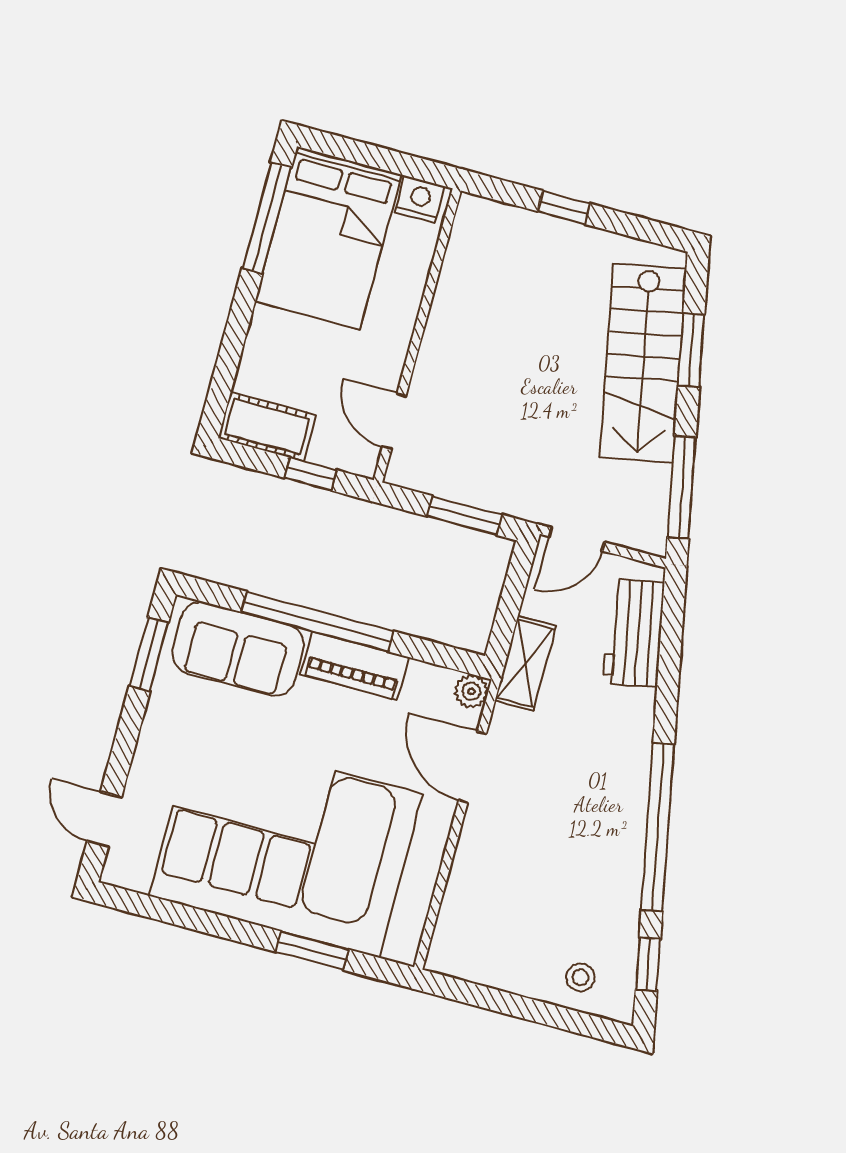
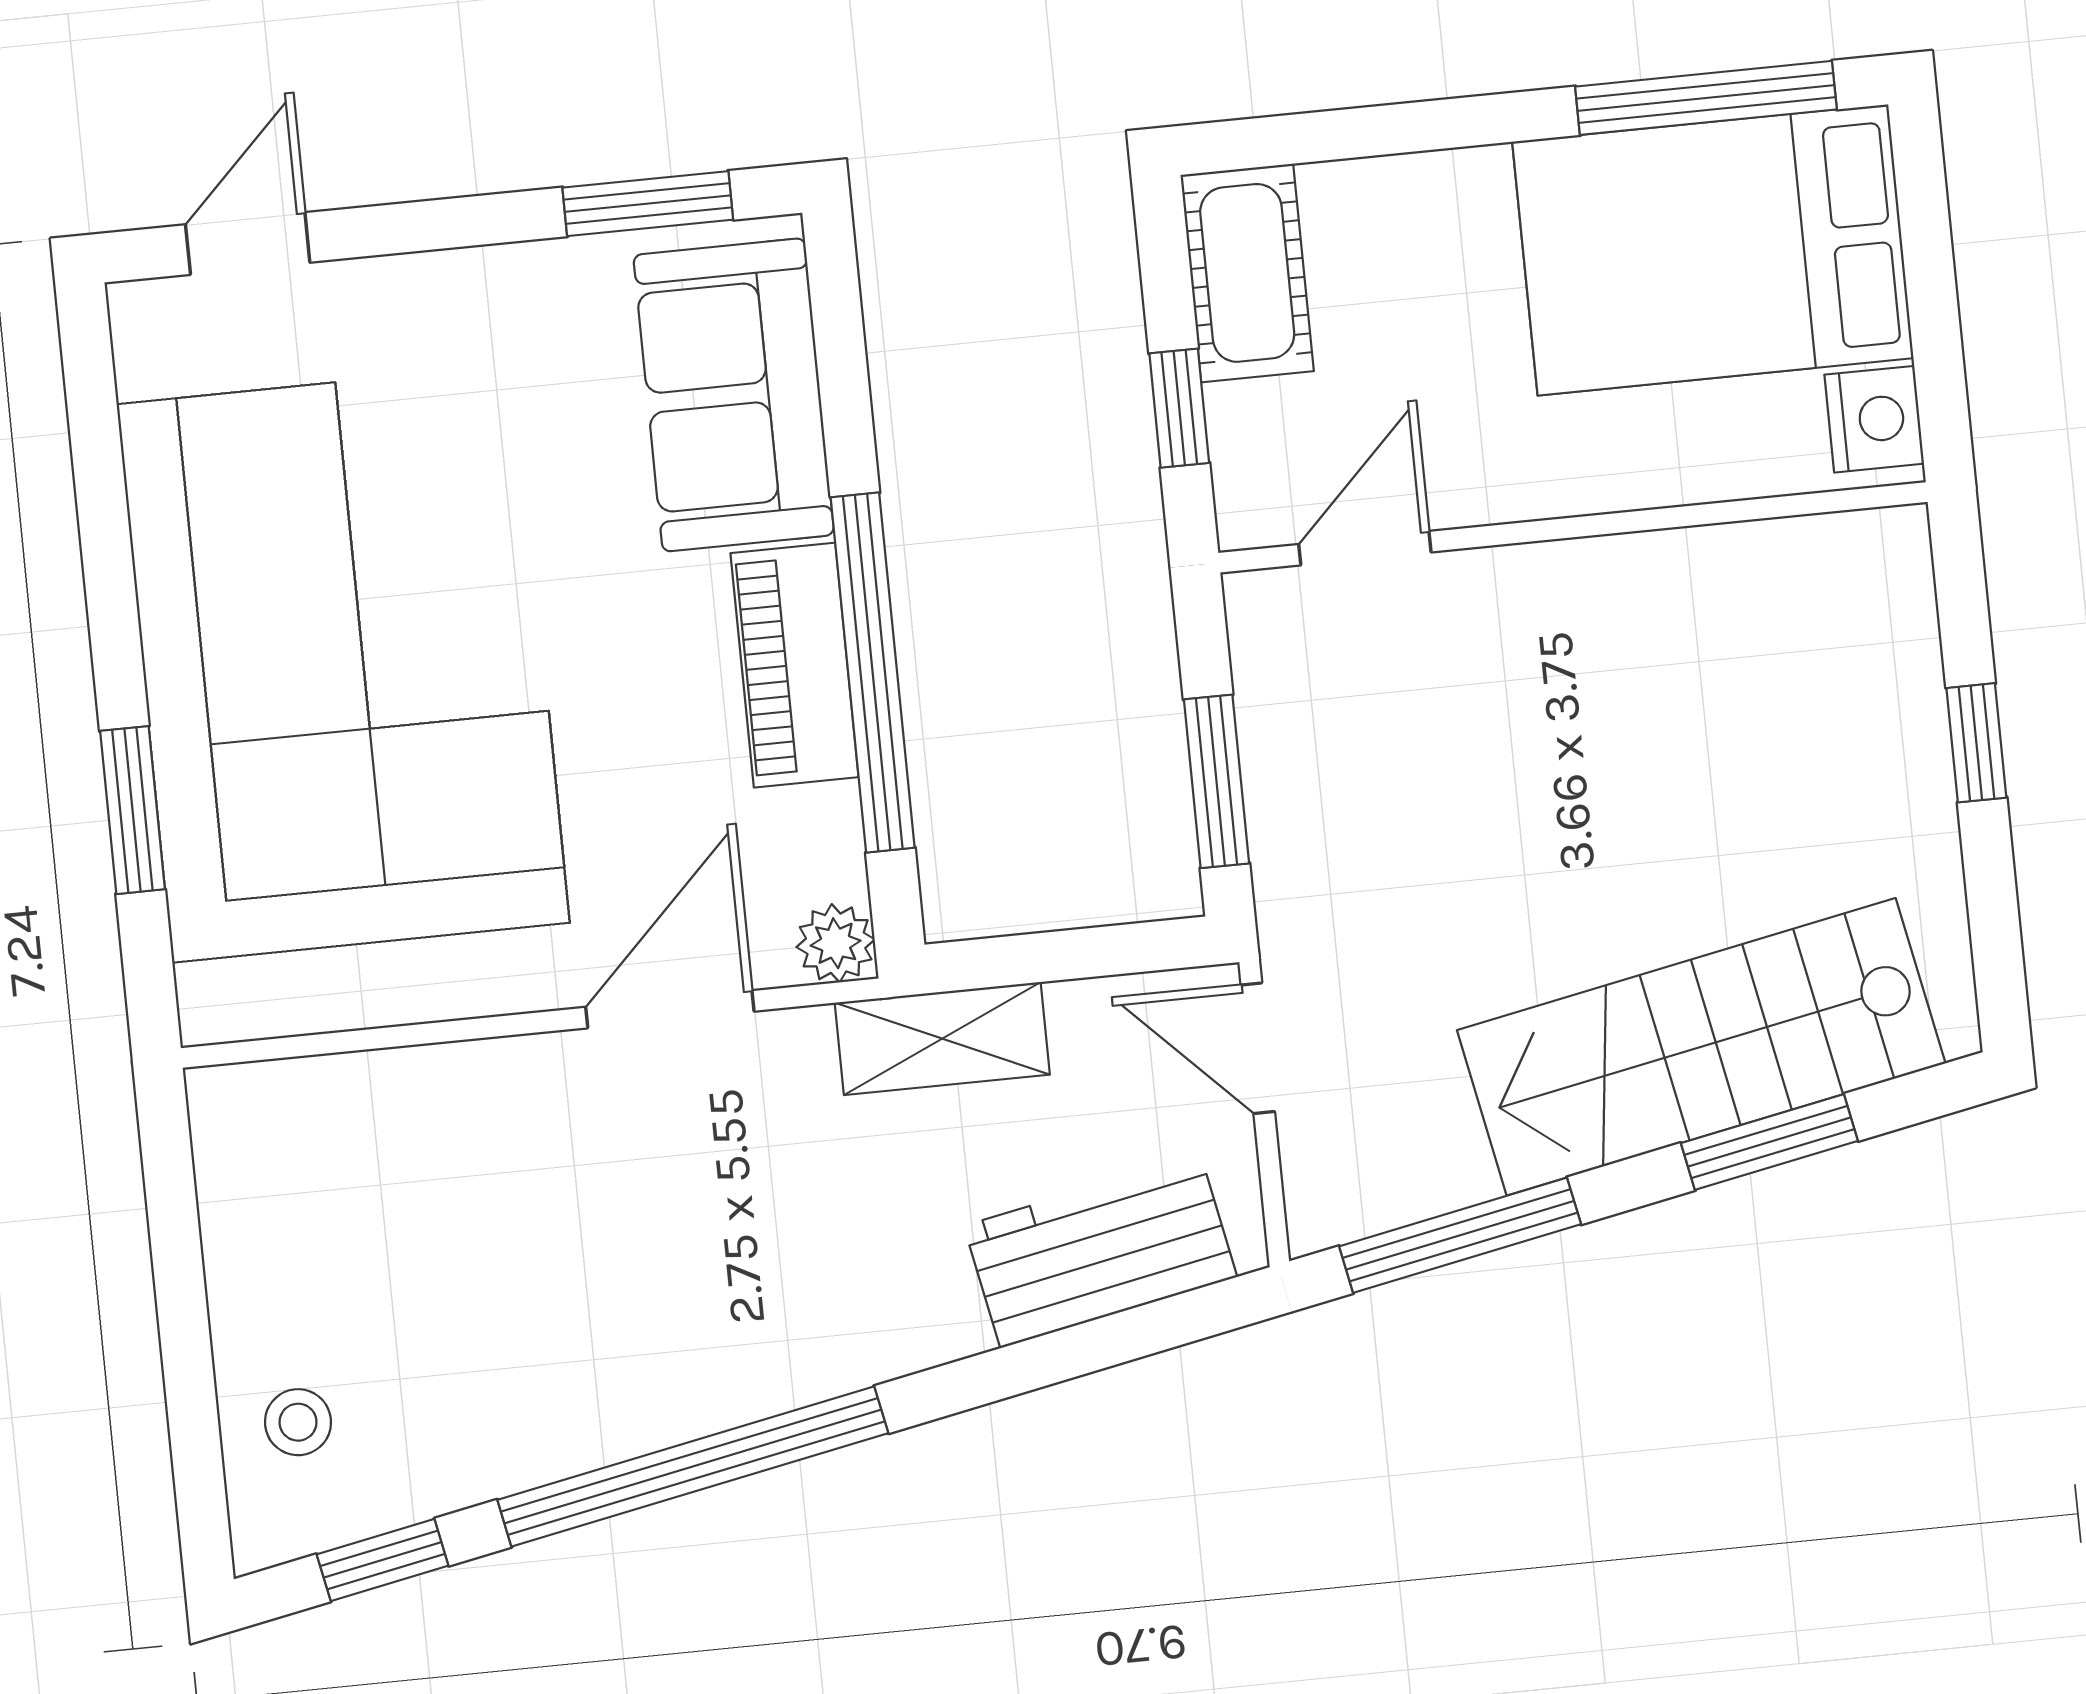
window: (317, 622) -> (873, 673), moved

